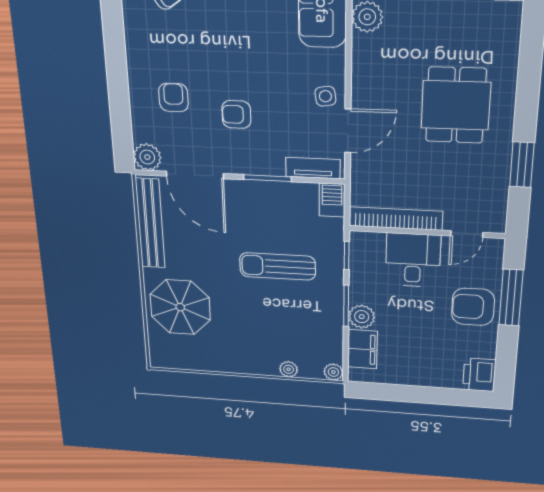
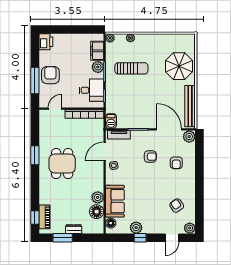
window: (522, 165) -> (35, 155), moved
desk: (413, 260) -> (91, 90), moved, turned -90
sun lounger: (277, 266) -> (131, 68), moved
armchair: (473, 307) -> (50, 75), turned -90

